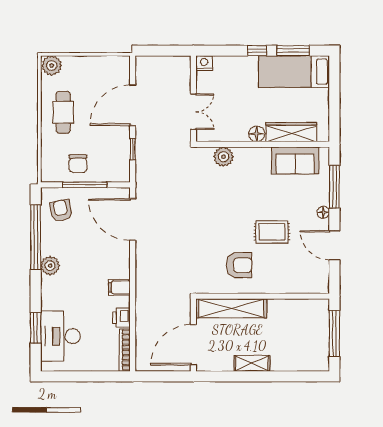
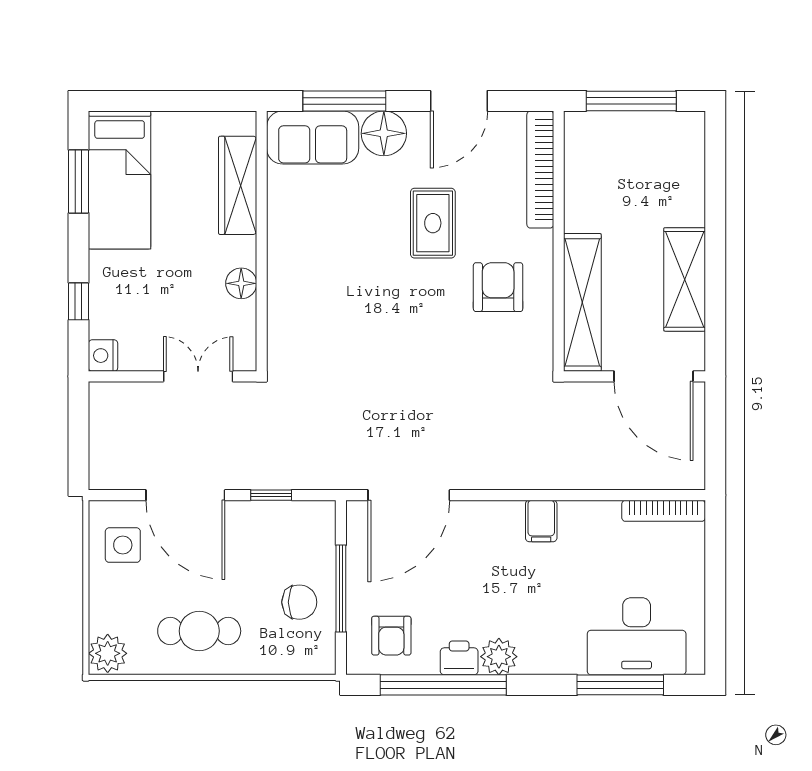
window: (257, 51) -> (79, 301), moved
side table: (107, 73) -> (123, 545), added
floor lamp: (257, 134) -> (241, 283), moved
plant: (223, 157) -> (286, 318), removed
sofa: (295, 160) -> (313, 137), moved, turned 90
armchair: (61, 211) -> (391, 636), turned -79
floor lamp: (323, 212) -> (384, 133), width x1.89, depth x1.89
bookcase: (299, 287) -> (540, 170), added
printer: (121, 318) -> (459, 658), moved, turned 180
window: (36, 328) -> (620, 685), width x1.44
shelving: (252, 363) -> (685, 279), width x1.50, depth x1.33

